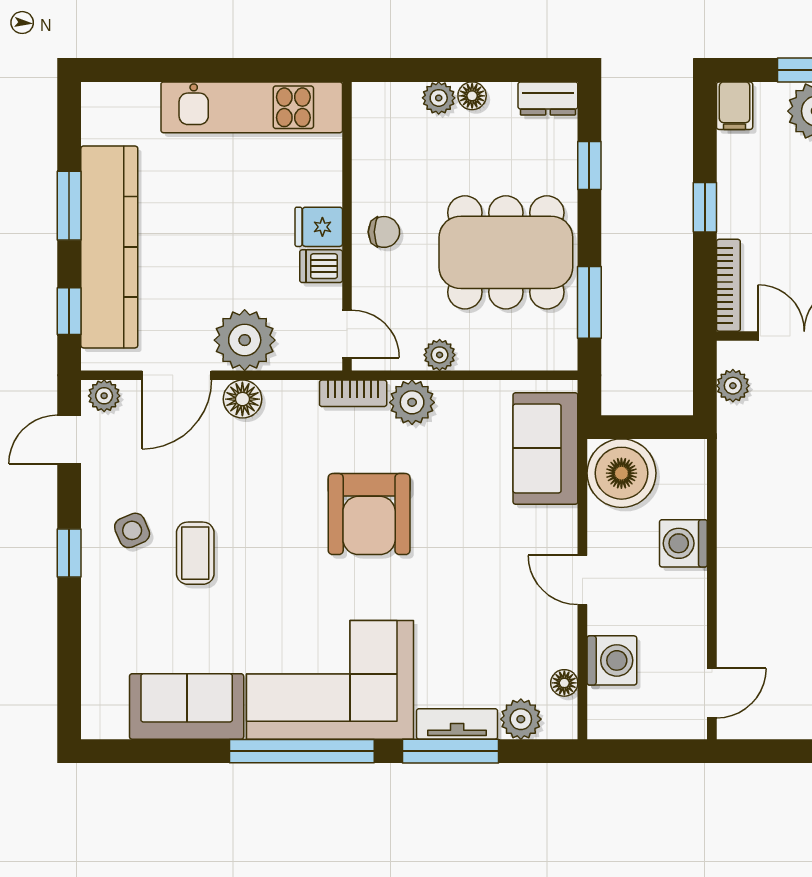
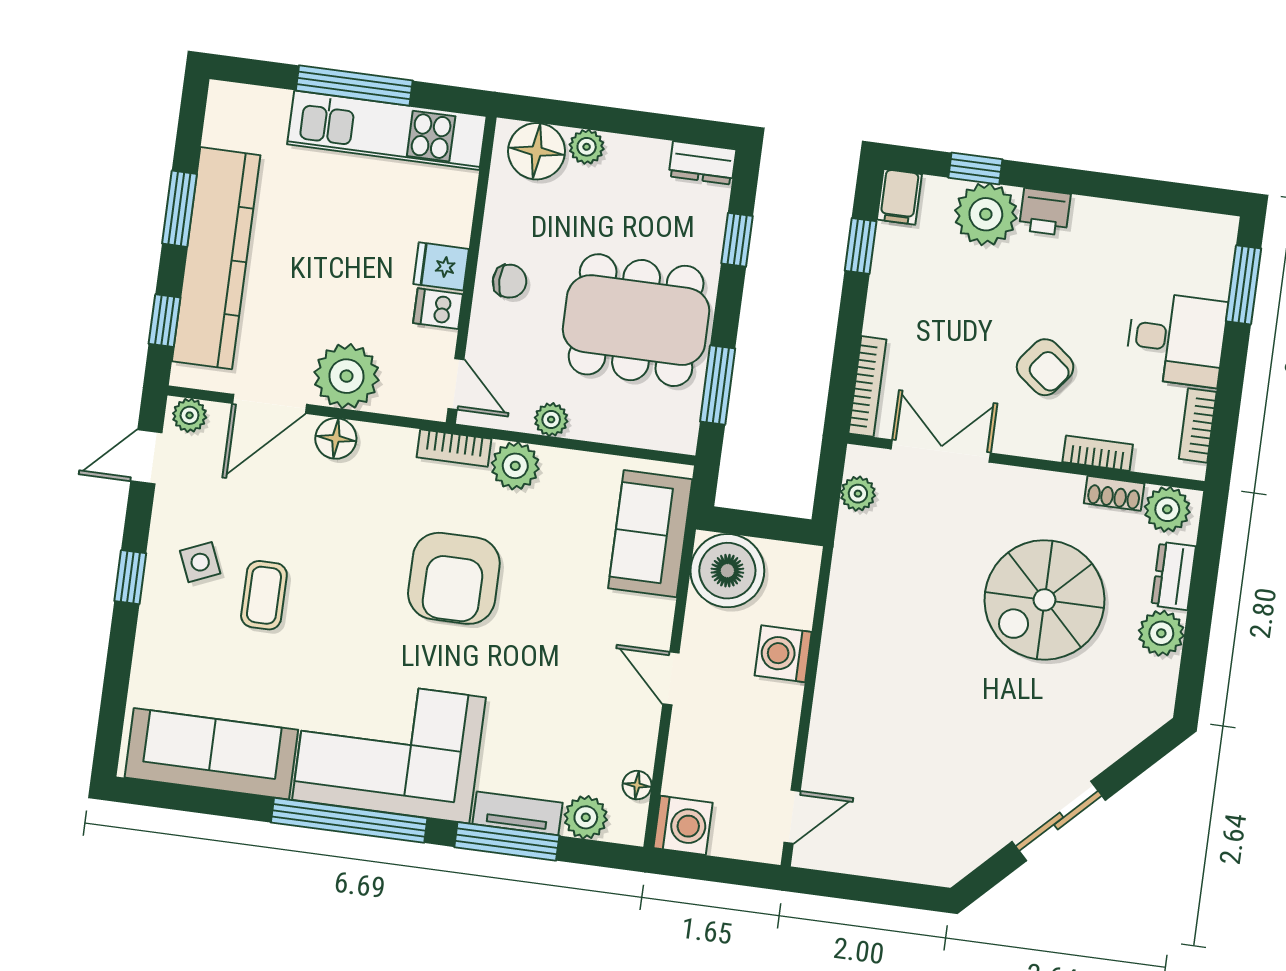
window: (216, 70) -> (354, 86), added
floor lamp: (472, 96) -> (537, 151), moved, width x1.89, depth x1.89
window: (705, 207) -> (861, 246), moved
washing machine: (612, 660) -> (683, 825), moved
sofa: (187, 706) -> (211, 754), width x1.36

